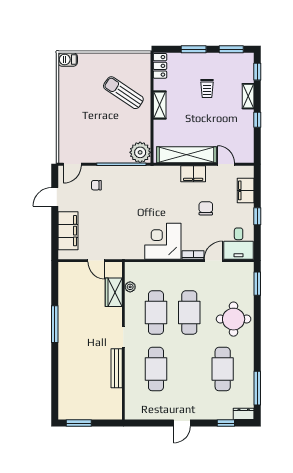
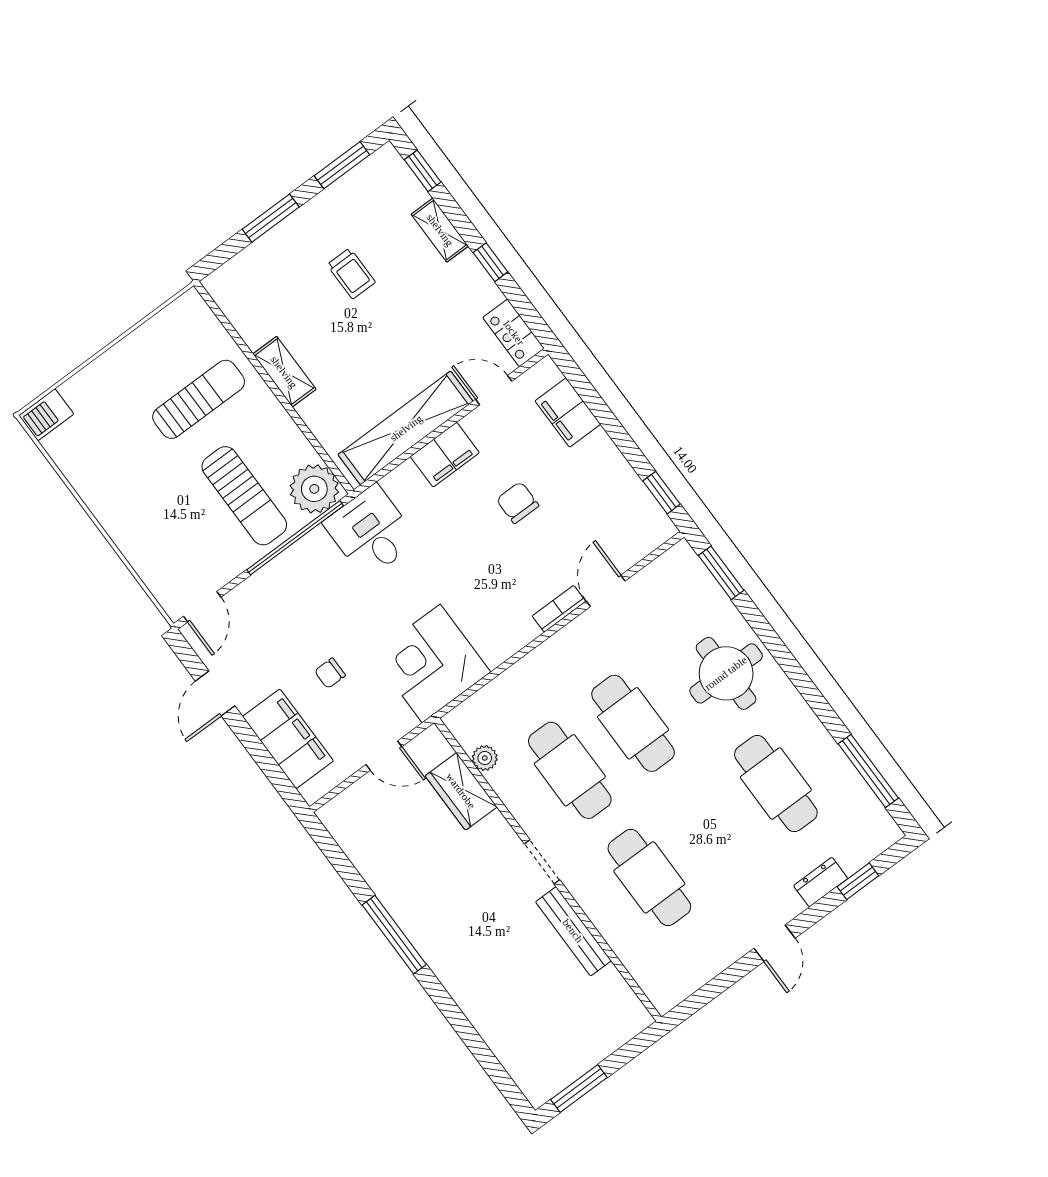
locker: (160, 66) -> (514, 333), moved, turned 180
sun lounger: (123, 93) -> (199, 399), turned 146
sun lounger: (115, 137) -> (244, 496), added
chair: (96, 185) -> (330, 673), moved
window: (257, 216) -> (661, 493), moved
corner desk: (163, 241) -> (431, 663), moved
desk: (239, 244) -> (371, 532), moved, turned 180
dresser: (244, 414) -> (821, 882), moved

